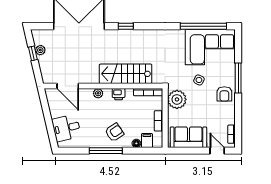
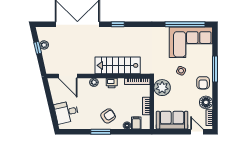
floor lamp: (228, 117) -> (206, 102), added
window: (106, 151) -> (101, 132), width x0.69

